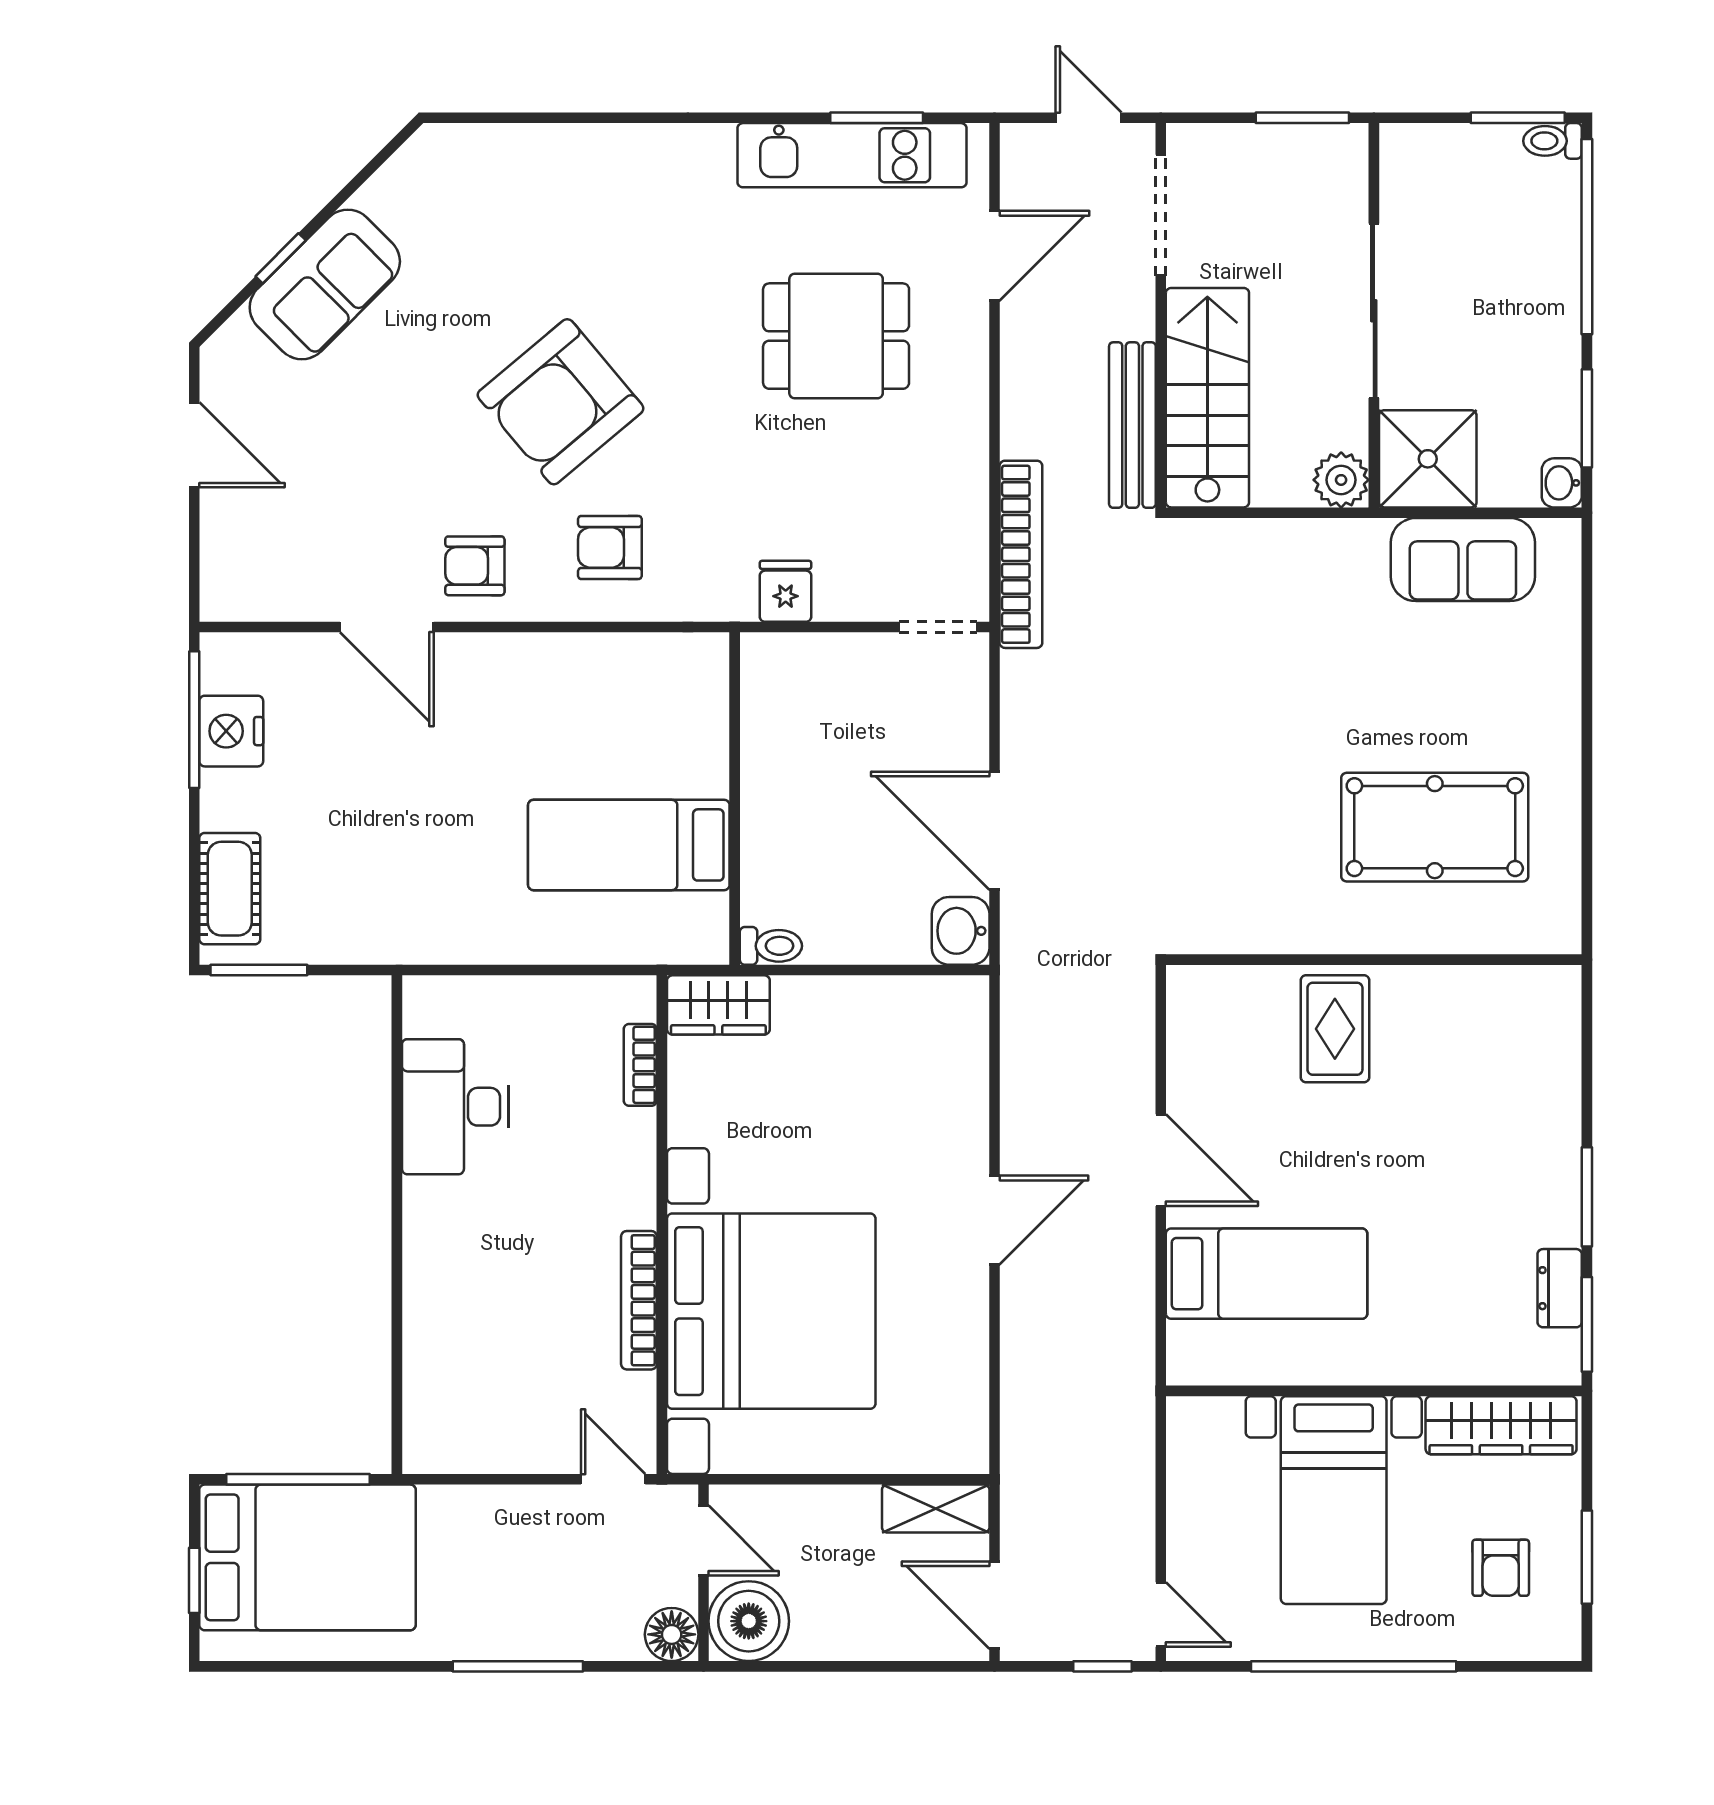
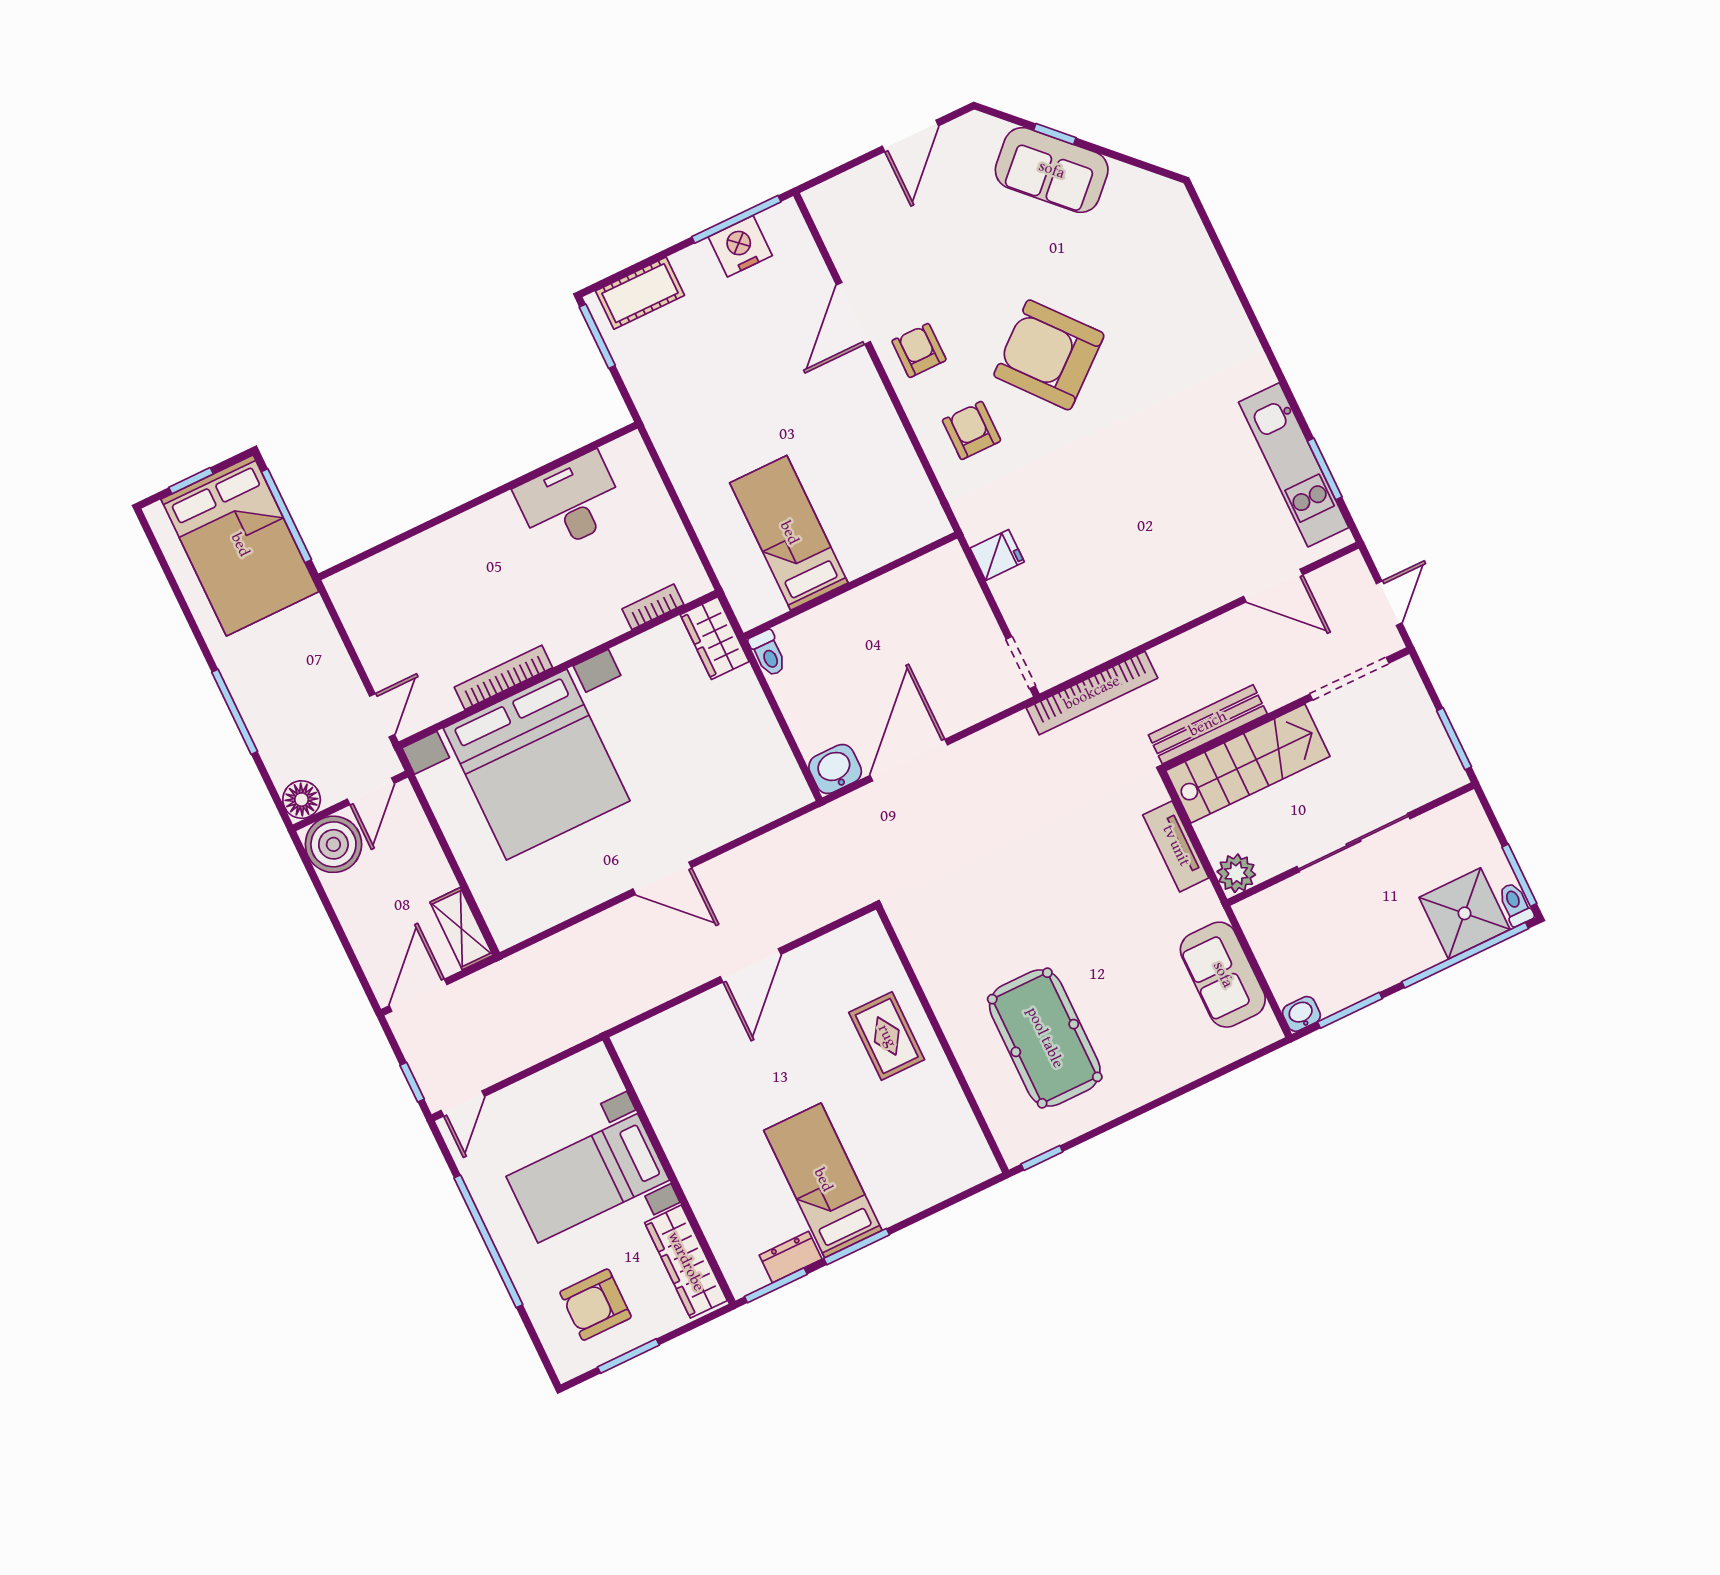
dining table: (836, 336) -> (1174, 510), removed
shower: (1428, 459) -> (1465, 913), moved
tv unit: (1269, 541) -> (1176, 846), added
window: (1587, 905) -> (1042, 1158), added
rug: (1335, 1029) -> (887, 1036), turned 90
bed: (1267, 1274) -> (823, 1180), moved, turned 180
armchair: (1501, 1568) -> (596, 1305), width x1.38, depth x1.38

